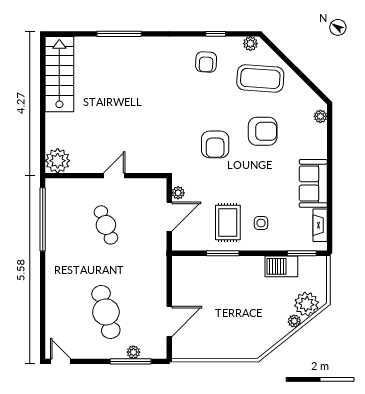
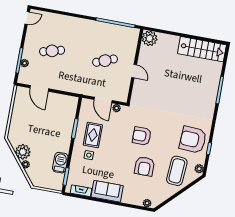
armchair: (206, 62) -> (193, 140), width x1.88, depth x1.88
rug: (228, 223) -> (93, 135), turned 90
plant: (306, 304) -> (23, 152), moved
cafe table: (106, 312) -> (52, 51), width x0.73, depth x0.74

